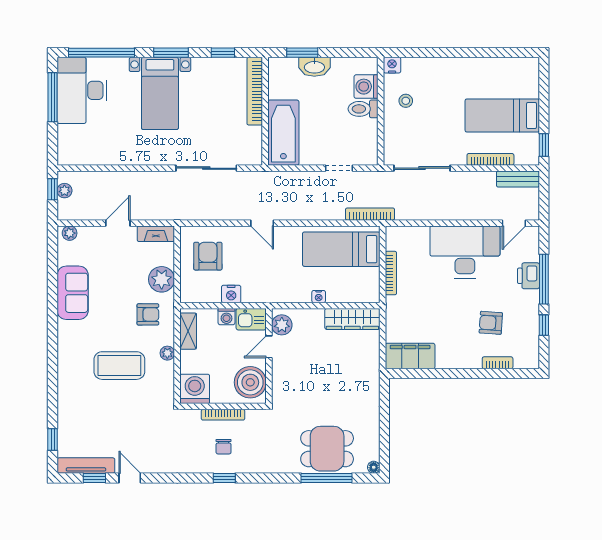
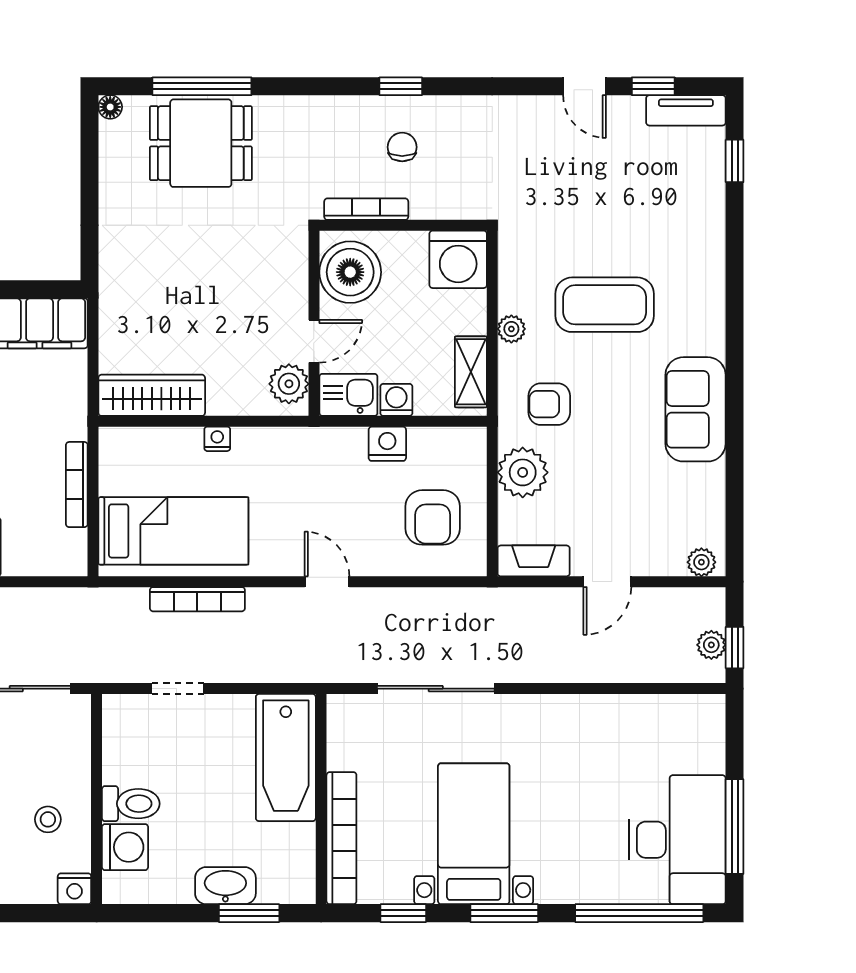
bed with nightstands: (160, 93) -> (474, 834), moved
bookcase: (370, 214) -> (197, 599), moved
sofa: (73, 293) -> (695, 409), moved
bookcase: (223, 415) -> (366, 209), moved
tv unit: (86, 466) -> (686, 110), width x0.71

